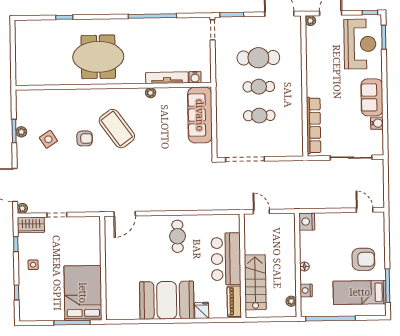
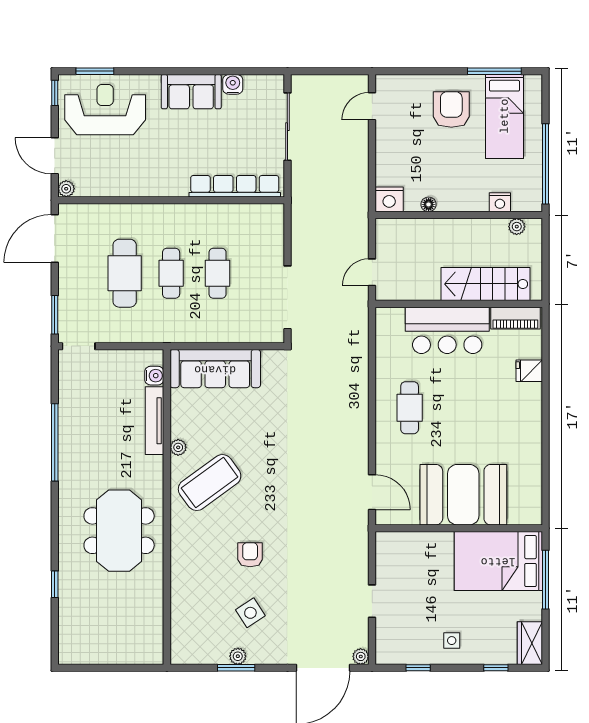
coffee table: (117, 129) -> (210, 483), moved
wardrobe: (31, 225) -> (530, 643), moved, turned 180
cafe table: (178, 236) -> (410, 408), turned 90
floor lamp: (304, 266) -> (429, 204), moved
booth: (167, 300) -> (463, 495), moved, turned 90

